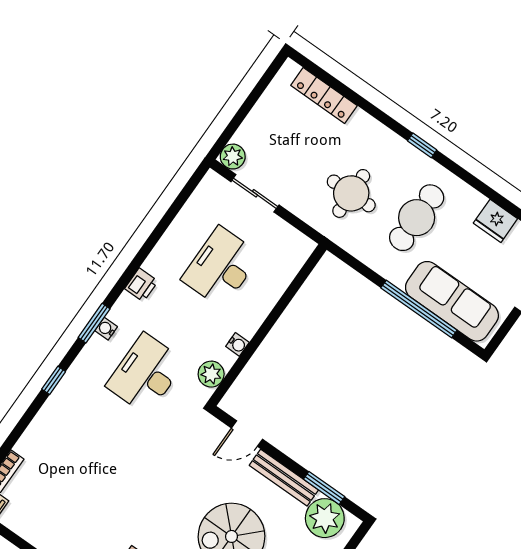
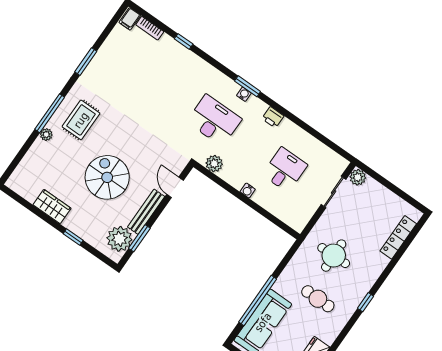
cafe table: (417, 218) -> (318, 299), width x0.73, depth x0.74
desk: (221, 267) -> (285, 170), width x0.73
water cooler: (237, 344) -> (248, 190), moved
window: (54, 380) -> (184, 41), moved

